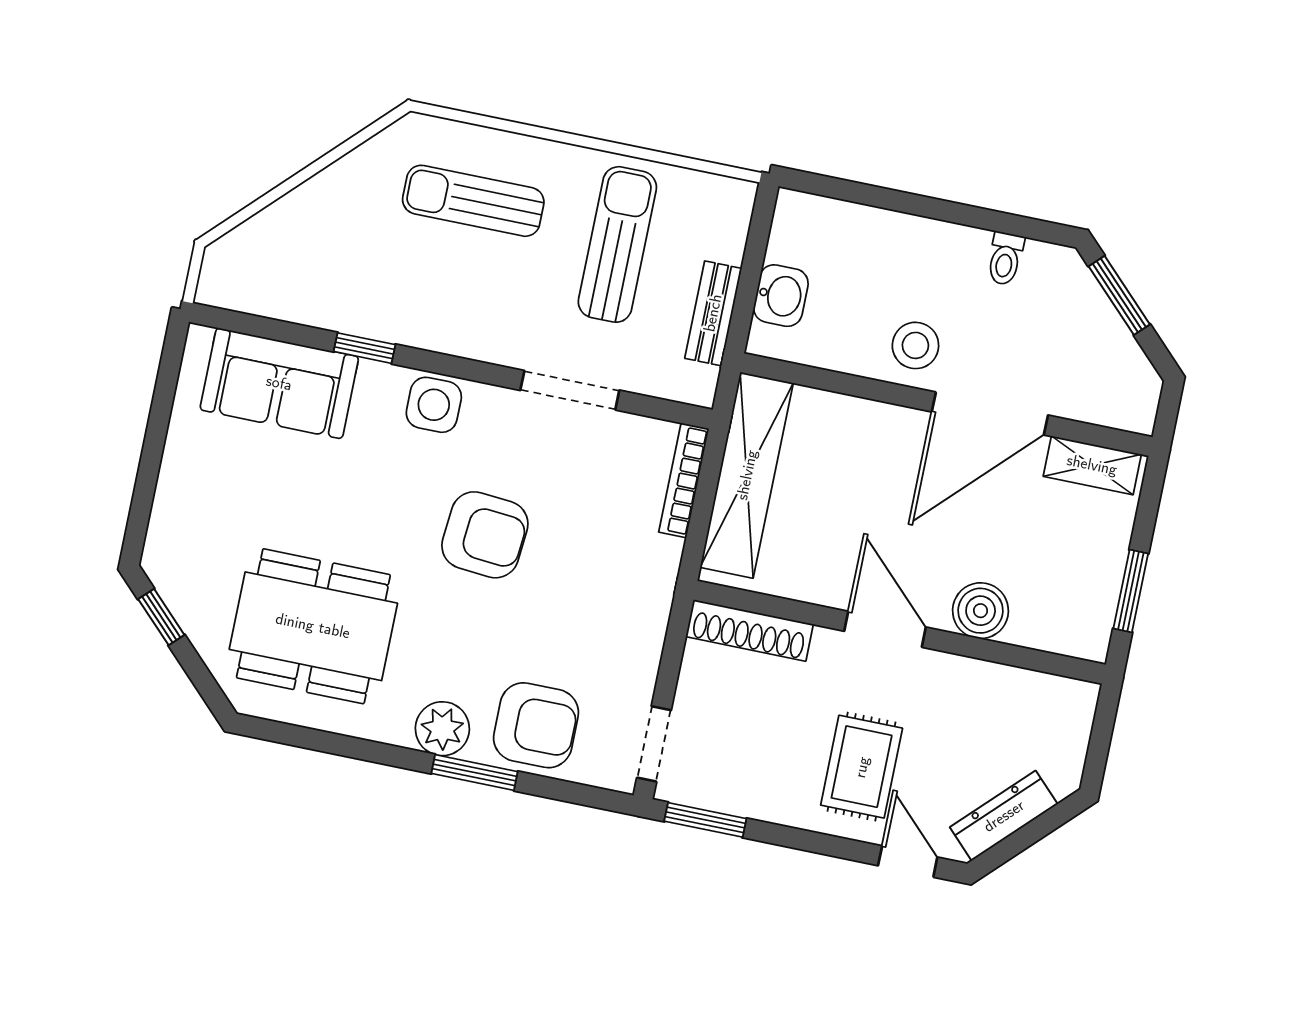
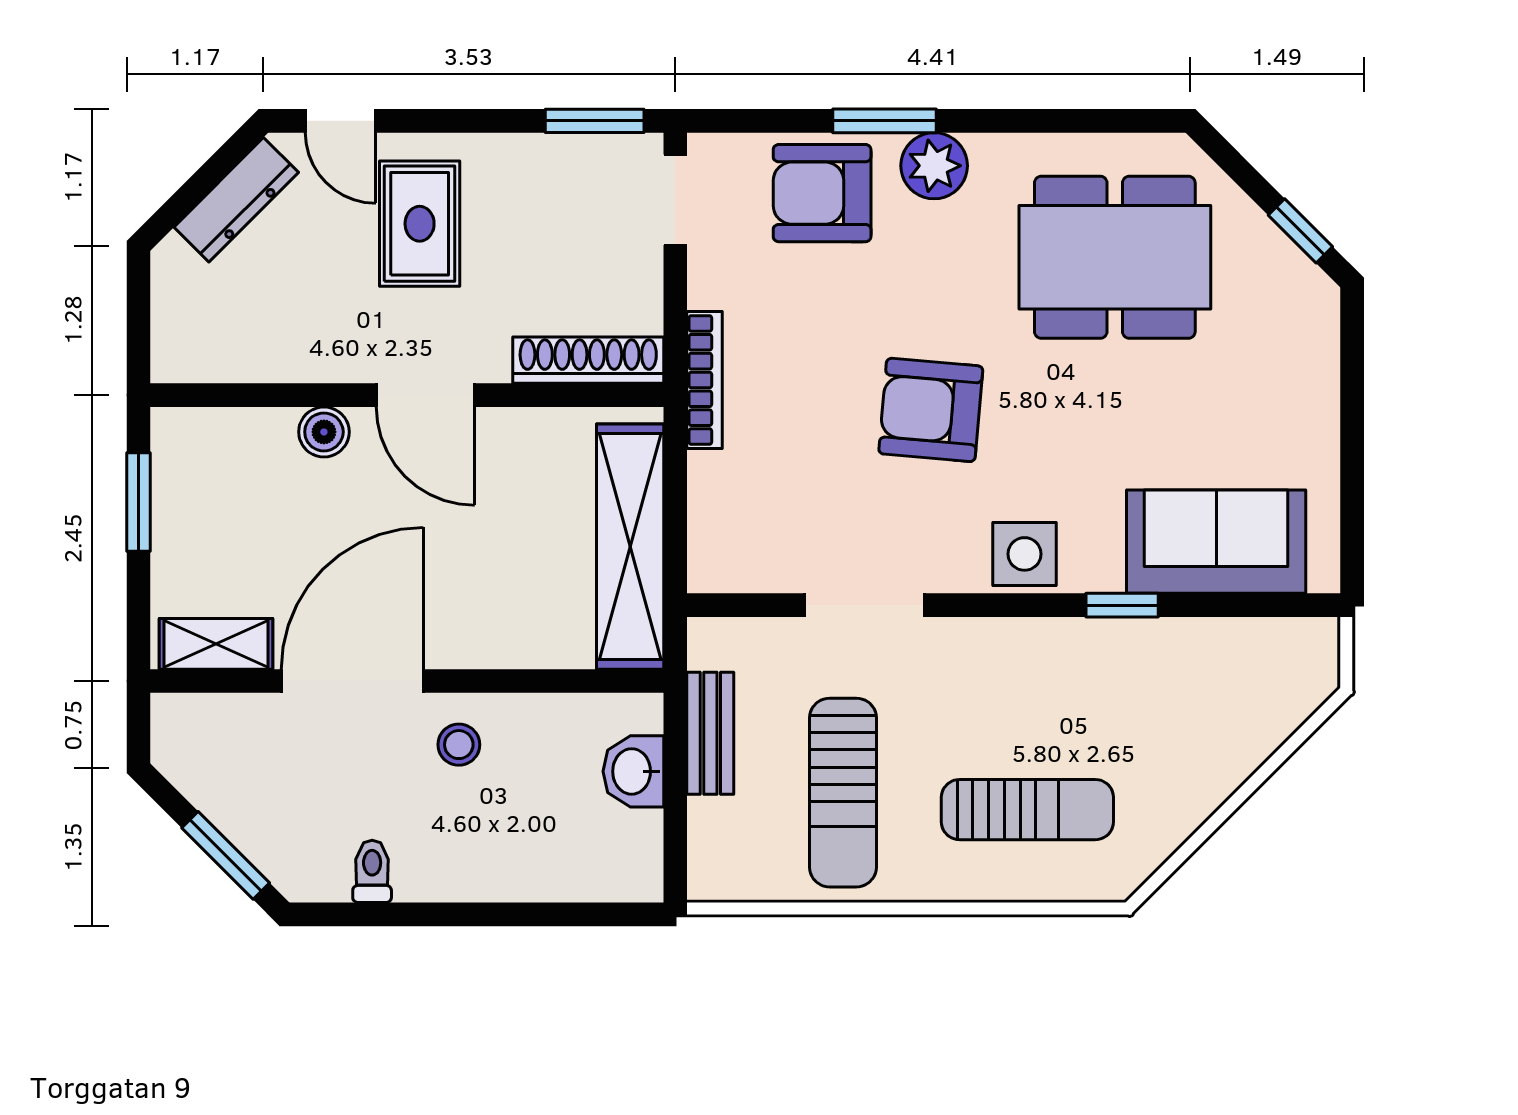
stool: (915, 345) -> (459, 745), width x0.73, depth x0.73
bookcase: (684, 480) -> (705, 380), moved
boiler: (981, 611) -> (324, 432), width x0.73, depth x0.73

